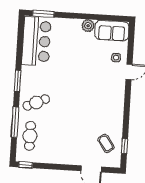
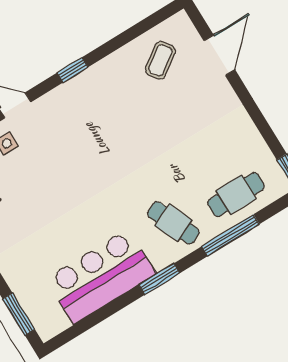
bar counter: (36, 41) -> (101, 276), moved
window: (125, 146) -> (73, 70), moved

